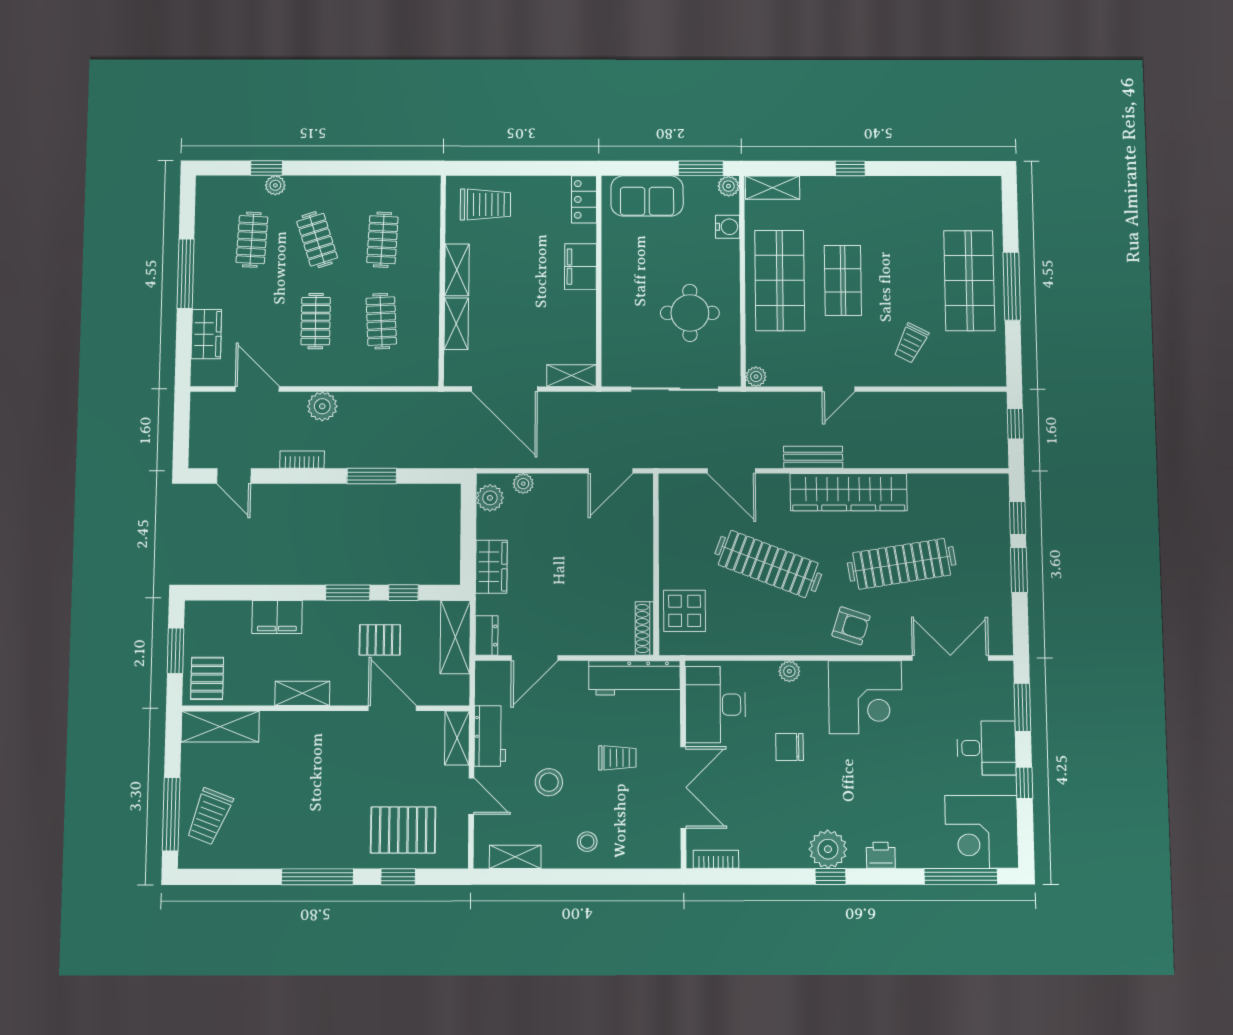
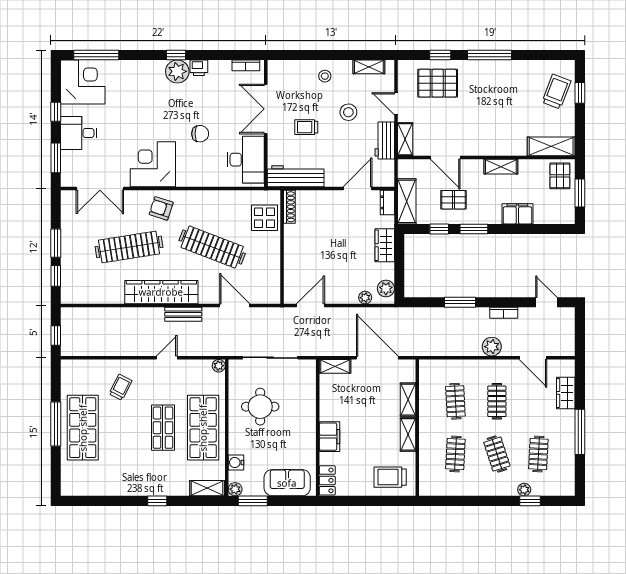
plant: (789, 671) -> (200, 180), removed
window: (171, 814) -> (580, 93), width x0.46
printer: (881, 855) -> (199, 68), moved

